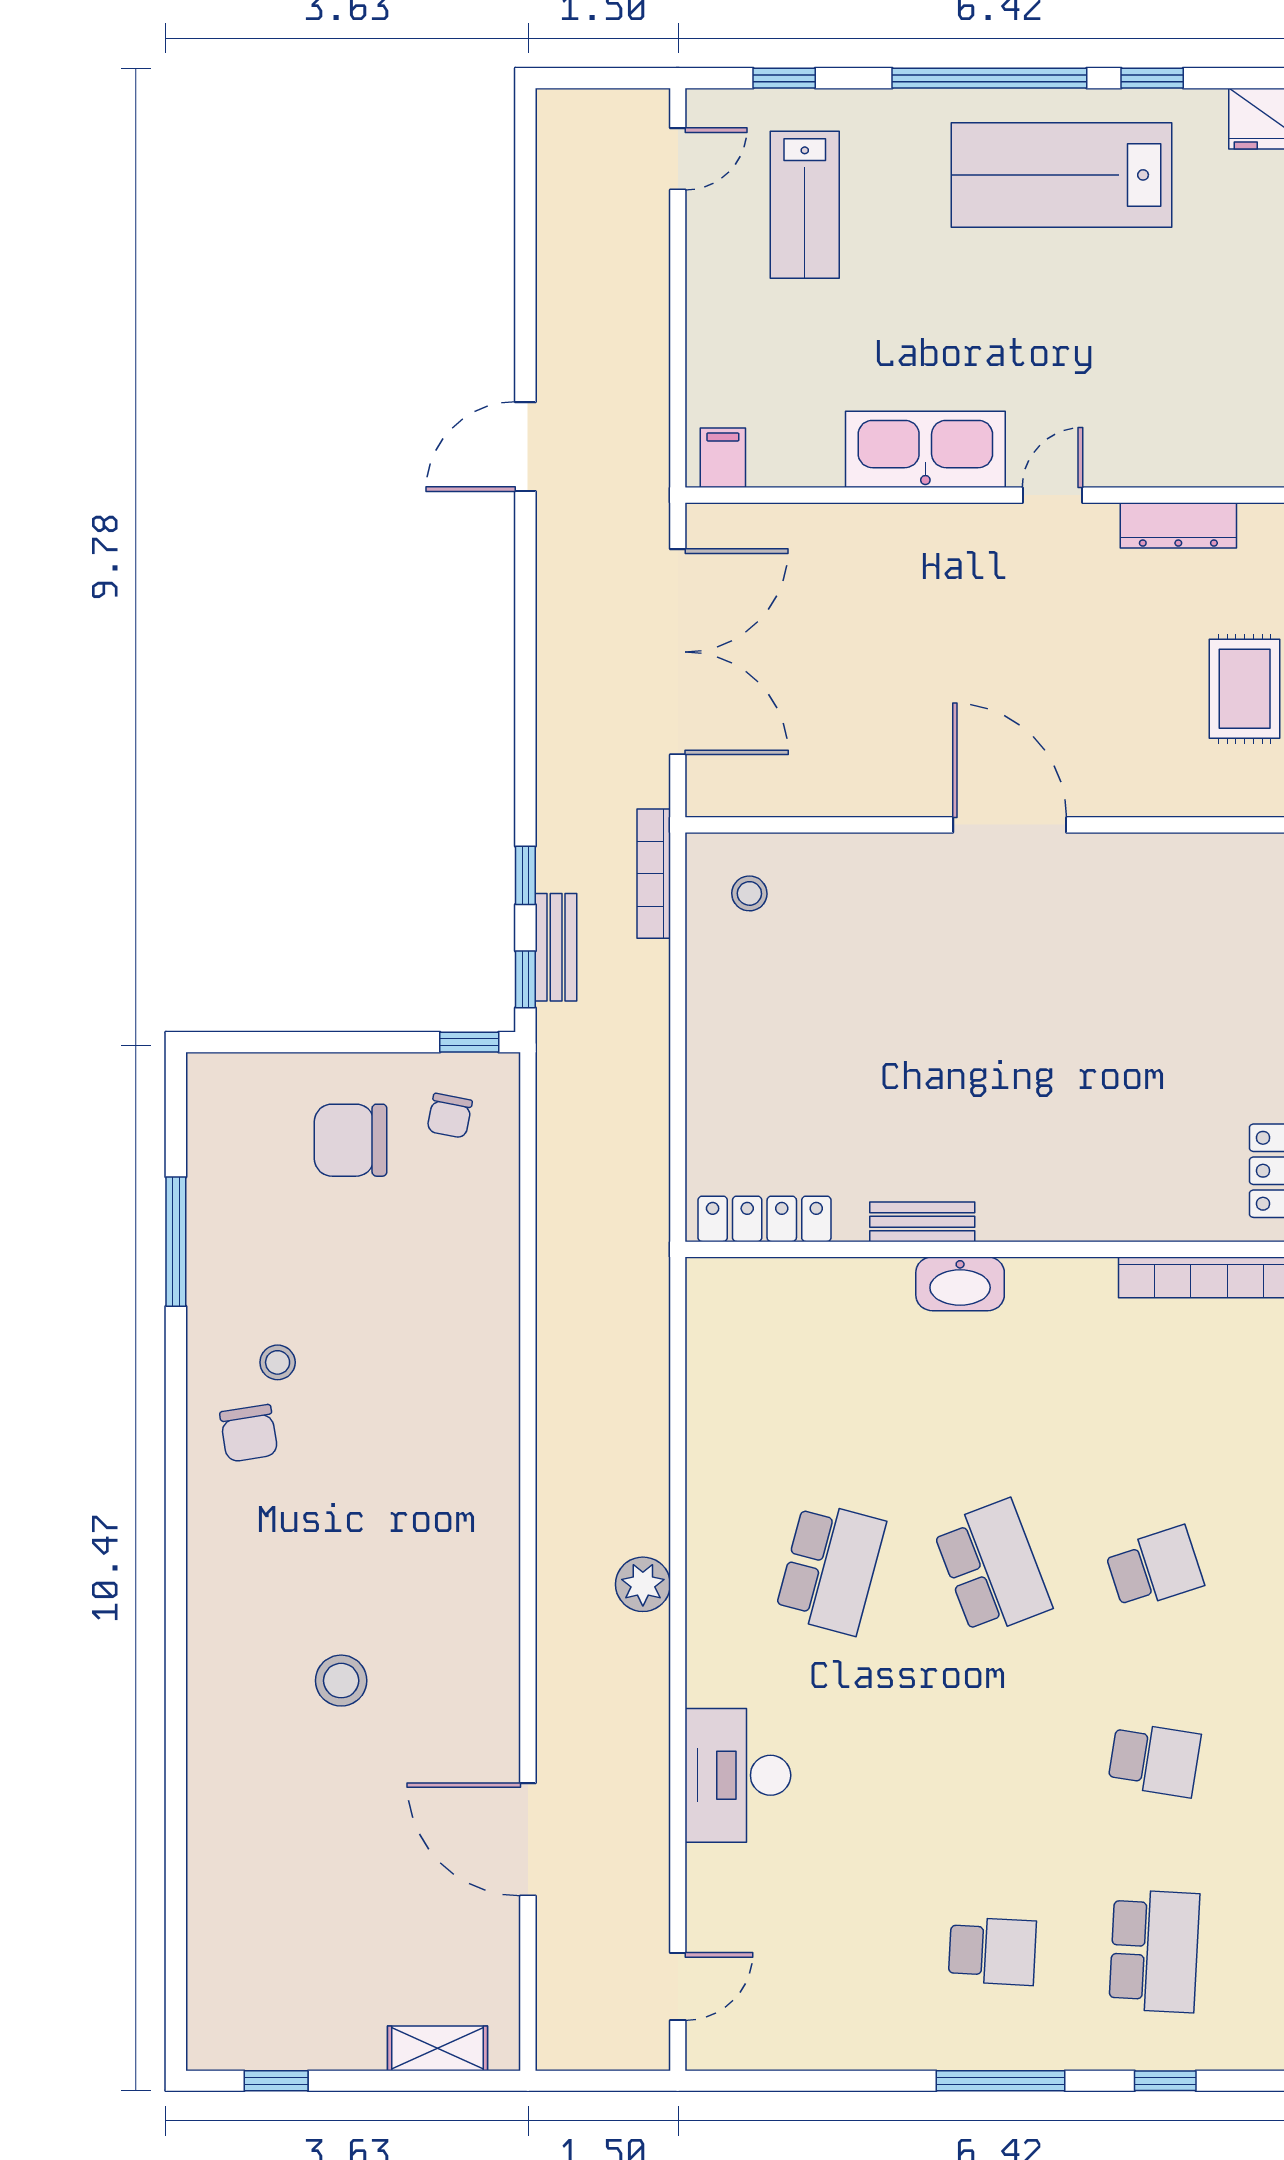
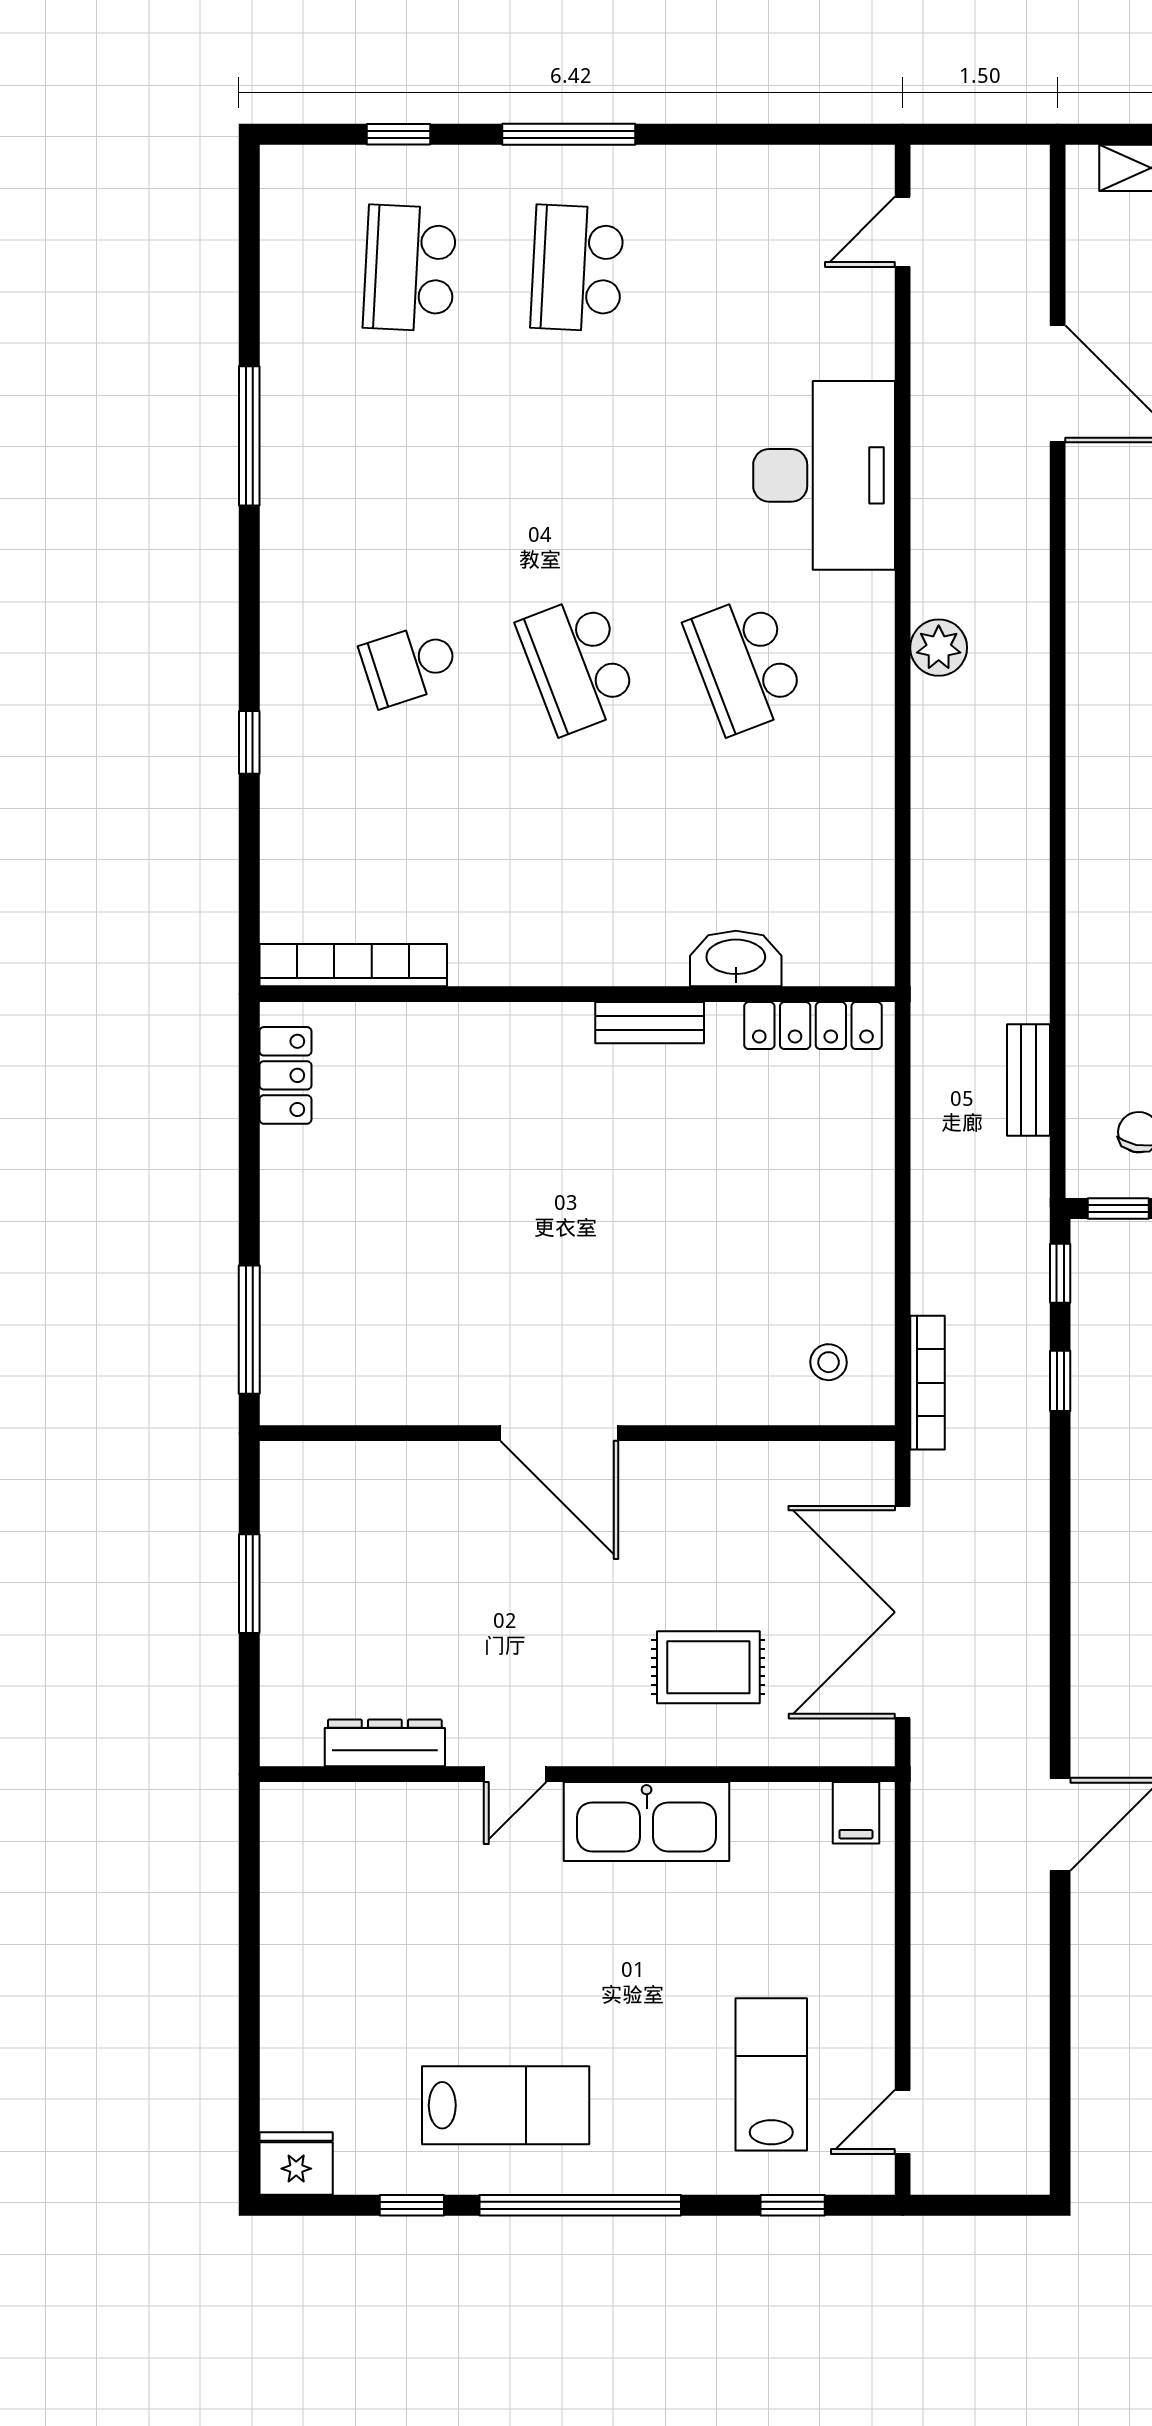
lab bench: (1062, 175) -> (506, 2105), width x0.73, depth x0.72
rug: (1245, 689) -> (708, 1667), moved, turned 90
bench: (556, 947) -> (1029, 1080), moved
washbasin: (960, 1284) -> (736, 958), moved
school desk: (830, 1568) -> (745, 665), turned -36
school desk: (1154, 1760) -> (410, 466), removed
desk: (738, 1775) -> (824, 475), width x1.36, depth x1.30
school desk: (992, 1951) -> (577, 268), width x1.85

